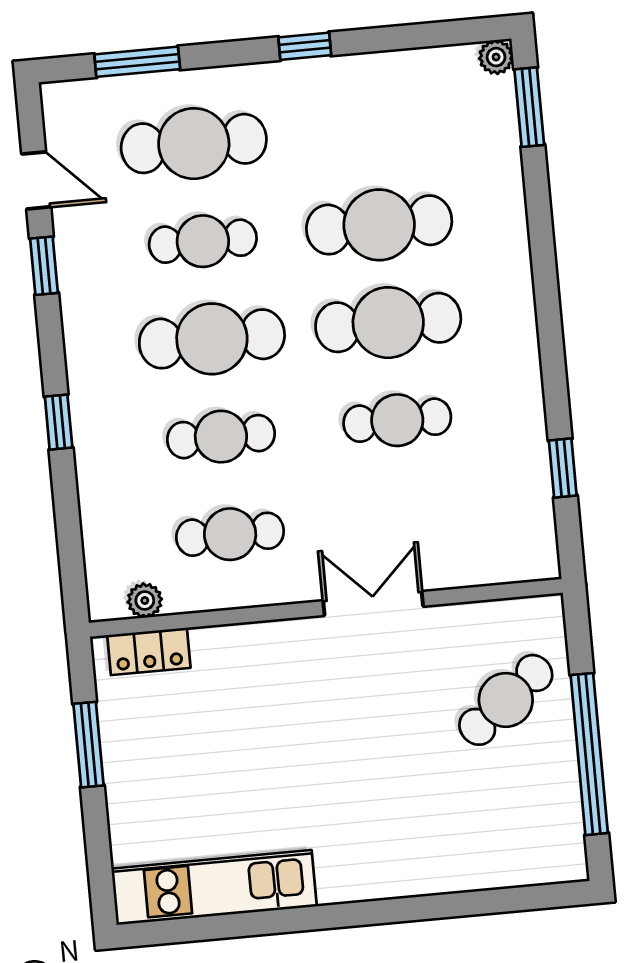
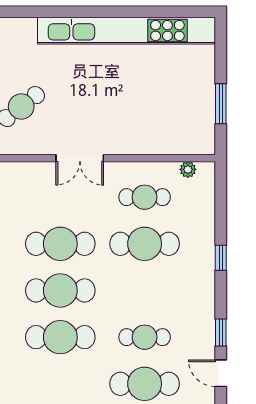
cafe table: (212, 339) -> (145, 290), removed
cafe table: (397, 420) -> (60, 244), width x1.37, depth x1.35
cafe table: (221, 437) -> (145, 244), width x1.37, depth x1.35
locker: (149, 651) -> (188, 145), removed
kitchen unit: (214, 887) -> (127, 31), width x1.86

